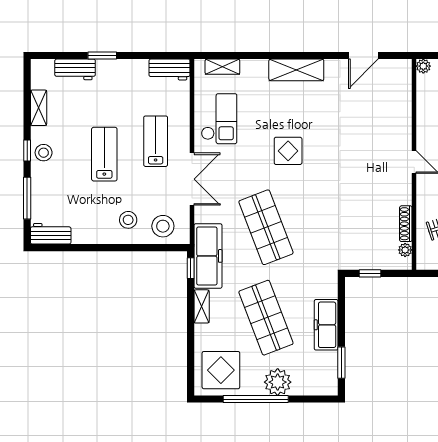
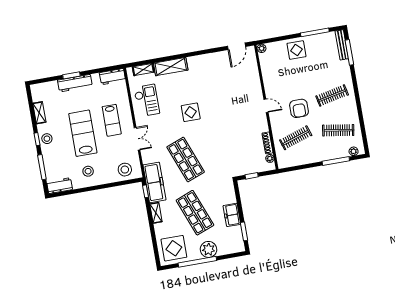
door: (363, 55) -> (236, 46), moved
workbench: (75, 69) -> (75, 83), moved, width x1.38
shelving: (296, 70) -> (171, 67), moved
lab bench: (156, 141) -> (112, 120), turned 180
lab bench: (104, 154) -> (83, 133), width x1.36, depth x1.39
double door: (192, 179) -> (137, 139), width x0.73
stool: (128, 220) -> (88, 171), moved
freezer: (326, 325) -> (232, 215), width x0.71

